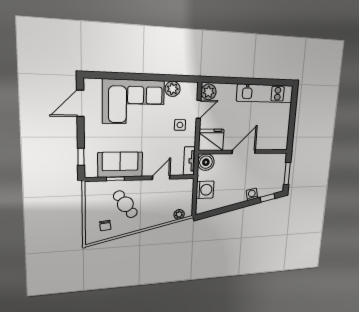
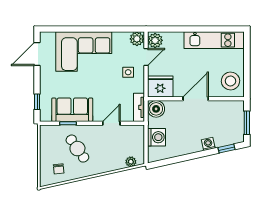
plant: (173, 89) -> (137, 39), moved
stool: (276, 134) -> (231, 81), added

